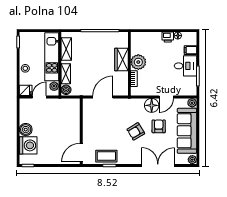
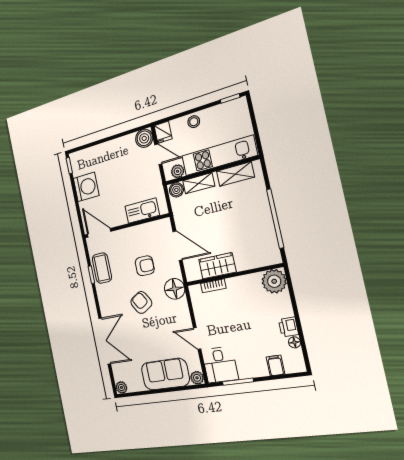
wardrobe: (122, 59) -> (217, 266), moved
plant: (138, 62) -> (274, 281), moved
desk: (185, 66) -> (220, 365), moved
floor lamp: (152, 105) -> (175, 289), moved
kitchen sink: (74, 117) -> (142, 211), added
armchair: (159, 126) -> (145, 266), moved
boiler: (26, 130) -> (144, 138), moved
sofa: (187, 131) -> (165, 374), width x0.73
washing machine: (28, 145) -> (86, 187), moved, turned -90

